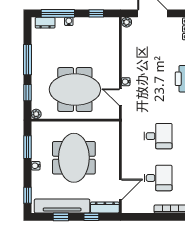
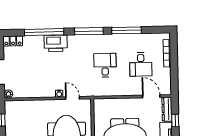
door: (120, 97) -> (72, 98), swing flipped
desk: (158, 178) -> (141, 64), turned 180

